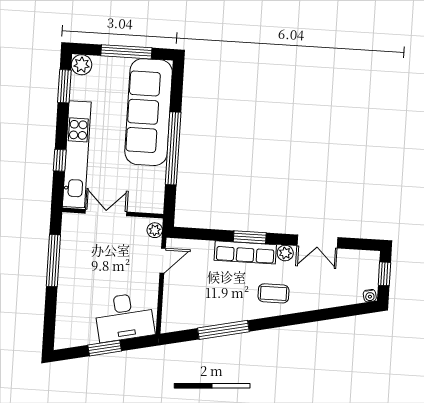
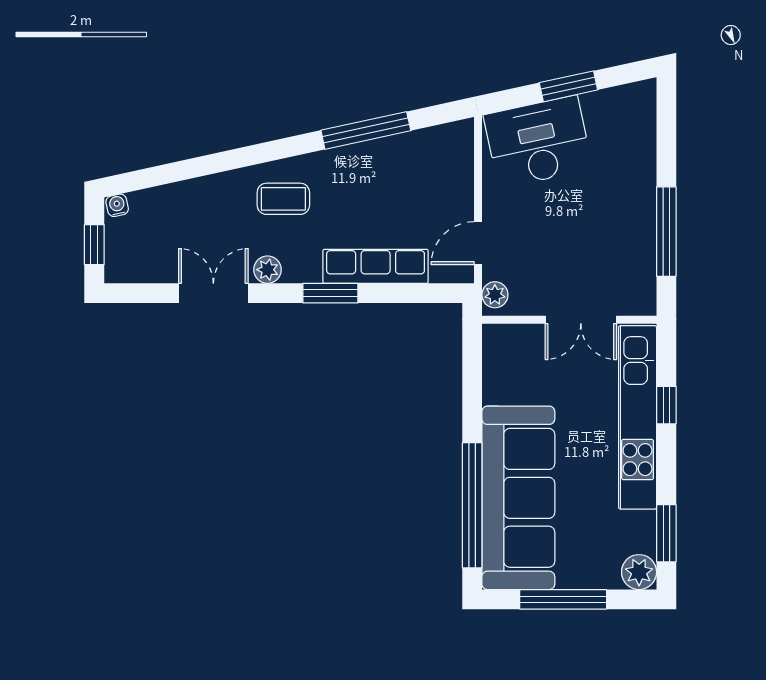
window: (173, 148) -> (472, 505), moved
row of seats: (245, 252) -> (376, 266), moved

